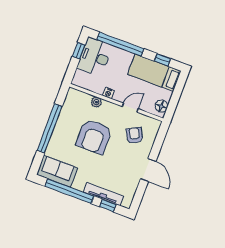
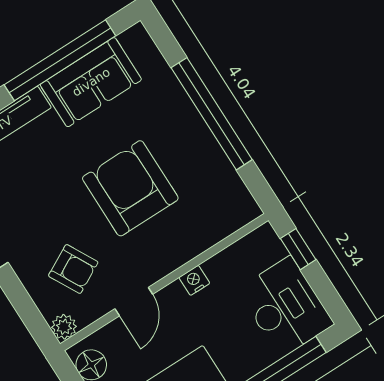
window: (79, 51) -> (298, 249), moved
plant: (96, 102) -> (64, 327), moved
sofa: (57, 171) -> (91, 82), moved

